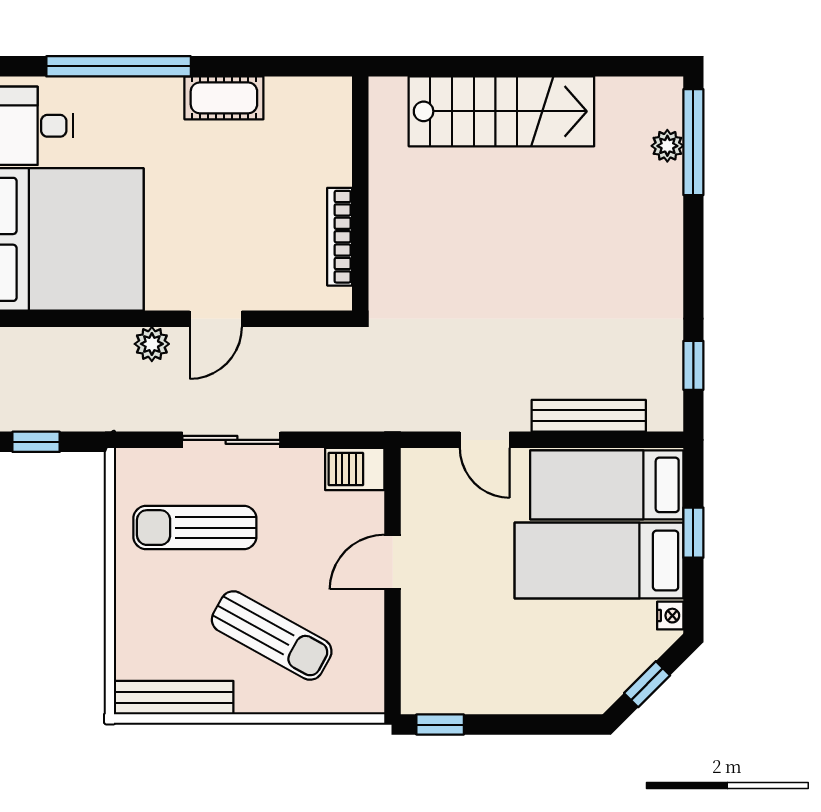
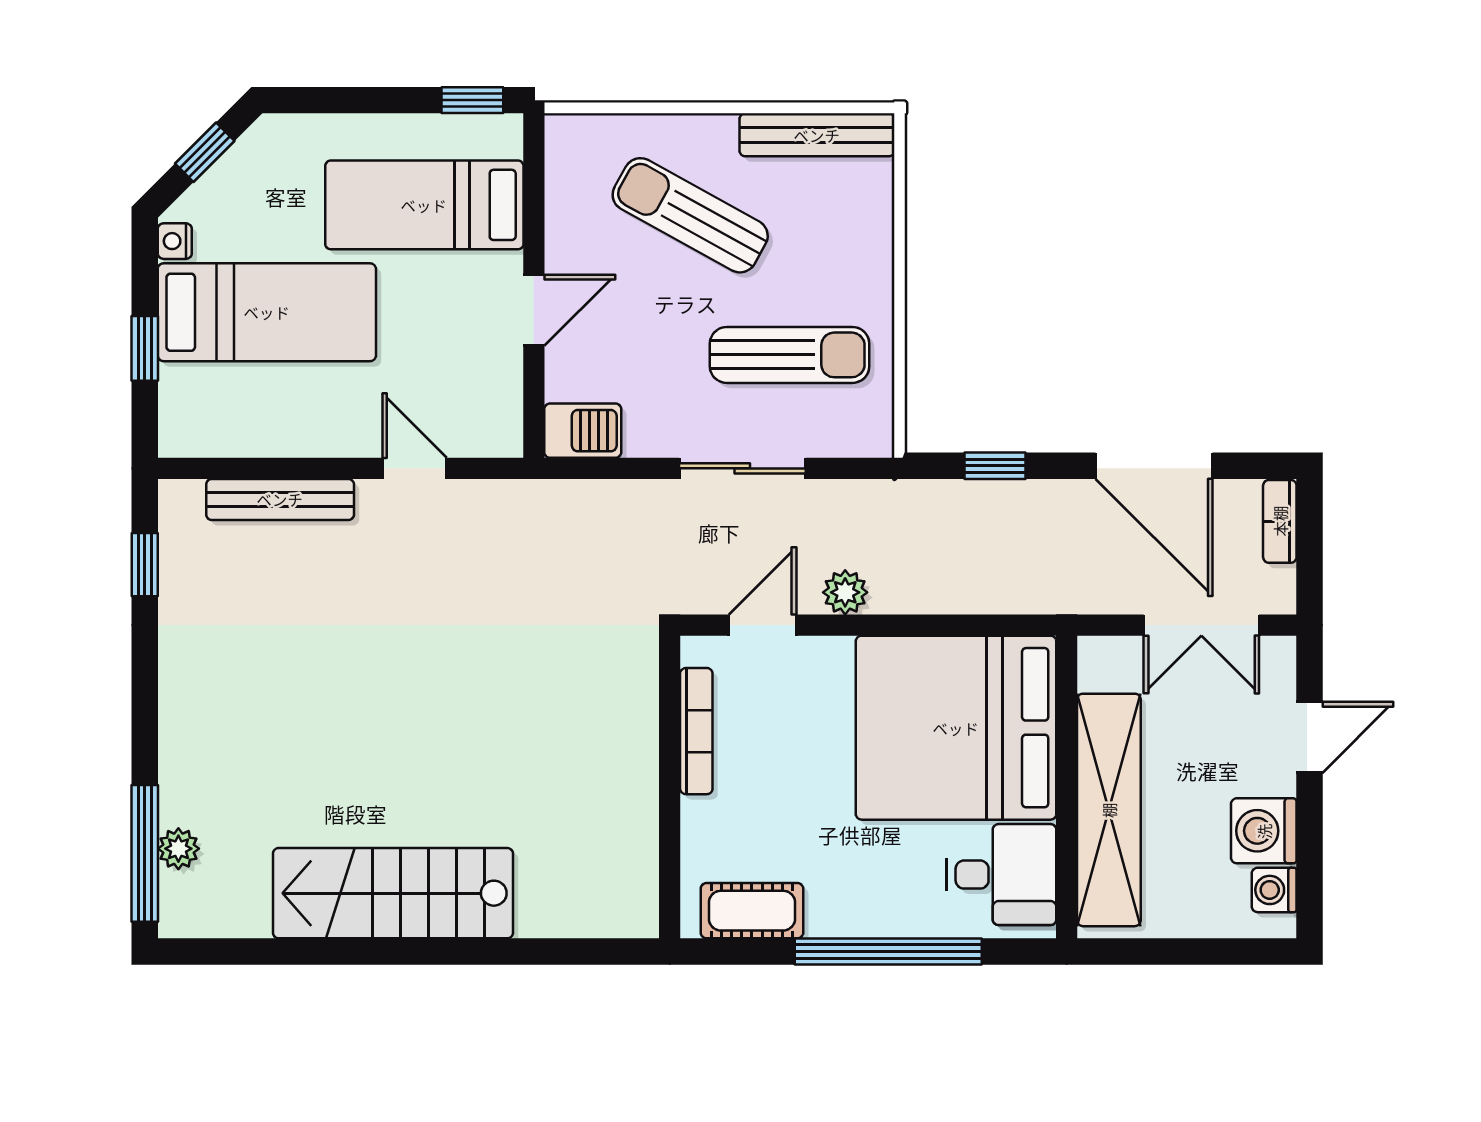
wall: (360, 193) -> (670, 787), moved
bookcase: (340, 237) -> (696, 731), moved
bed: (607, 485) -> (424, 205), moved, turned 180

